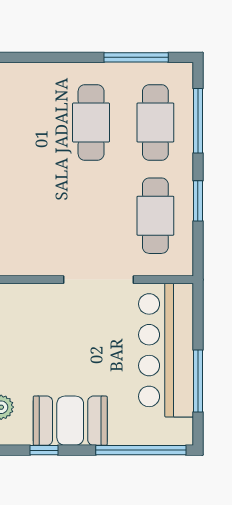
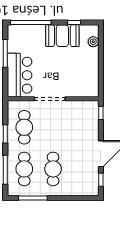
bar counter: (166, 350) -> (20, 75), width x0.73

